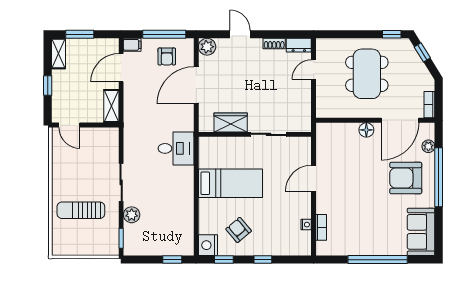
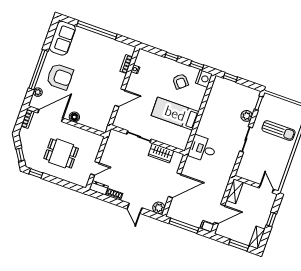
armchair: (167, 57) -> (187, 211), removed
dining table: (367, 74) -> (61, 153), width x0.73

